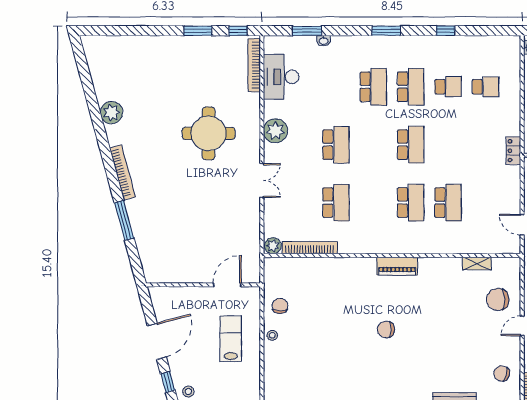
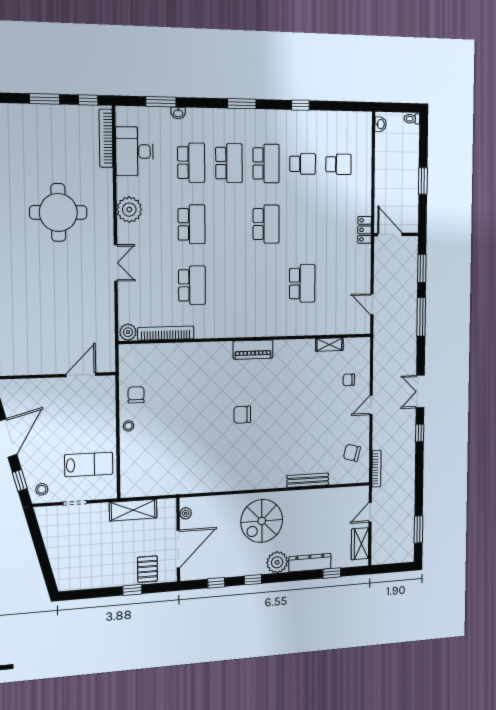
school desk: (411, 203) -> (191, 163), moved
chair: (498, 300) -> (349, 380), width x0.54, depth x0.54
lab bench: (231, 339) -> (89, 464), moved, turned 90

